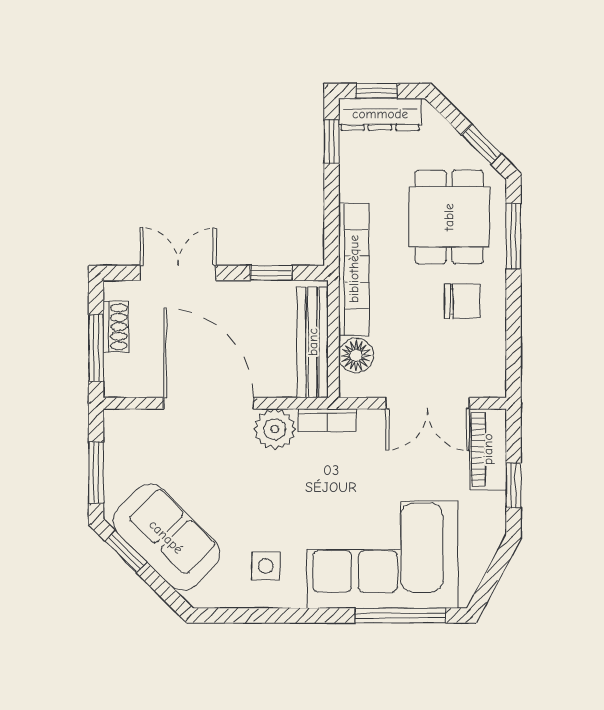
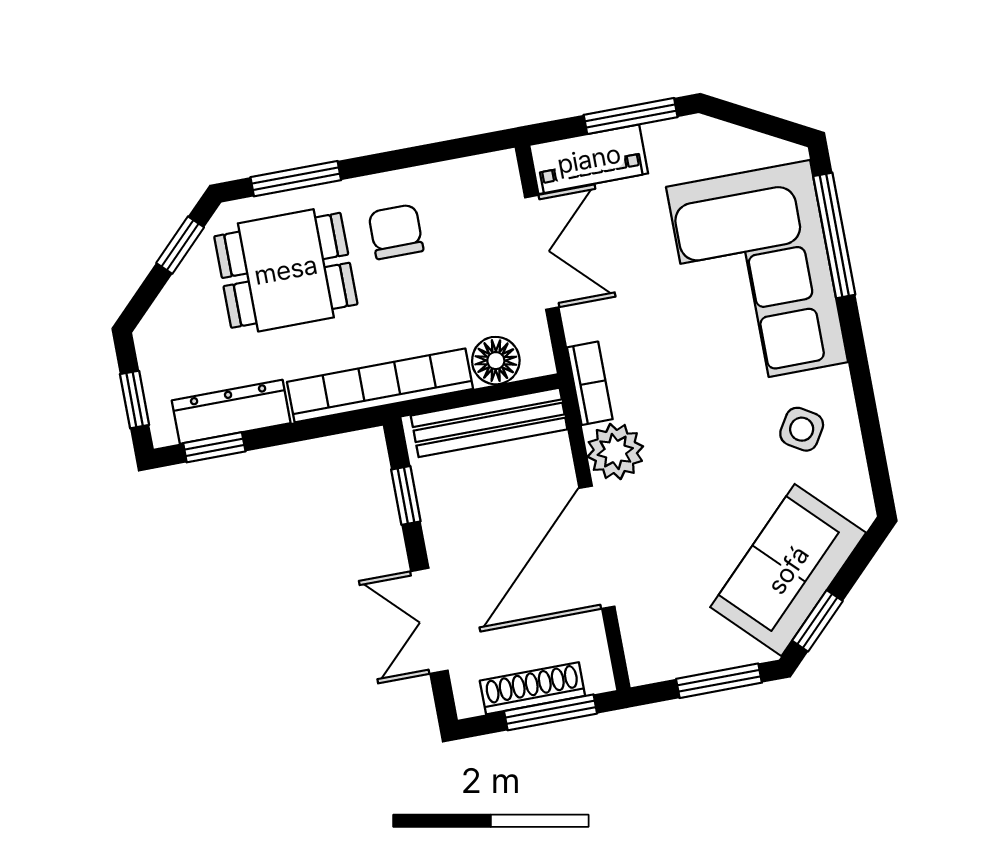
dresser: (380, 114) -> (231, 412), moved, turned -90
shoe rack: (116, 327) -> (532, 688), width x1.43
window: (514, 485) -> (631, 116), width x1.50
side table: (266, 566) -> (802, 429), turned 31

